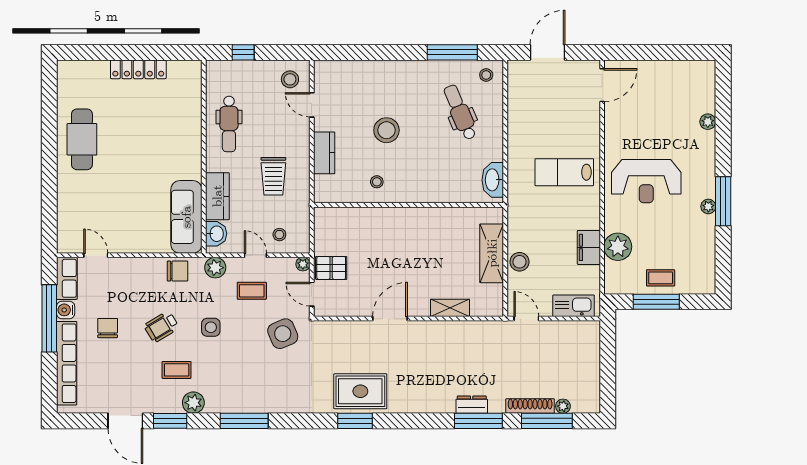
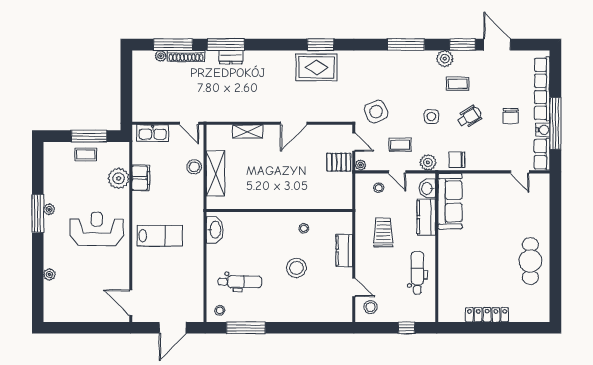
door: (602, 85) -> (131, 303), hinge flipped
dental chair: (460, 112) -> (240, 282), turned -67

